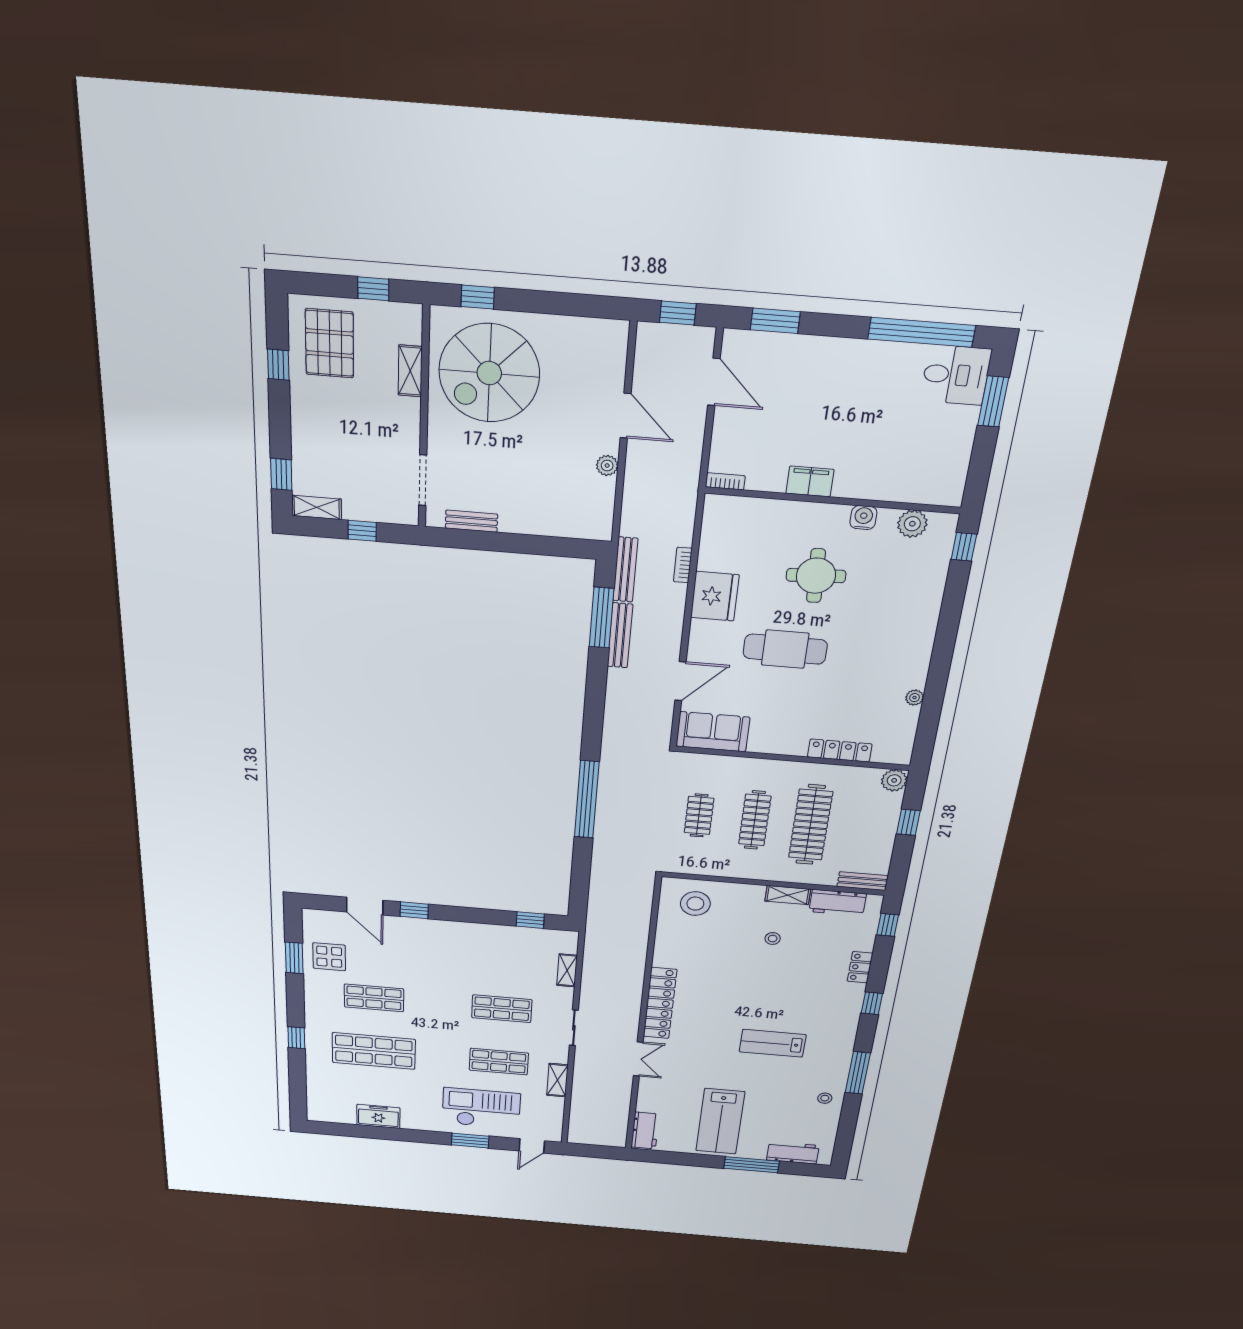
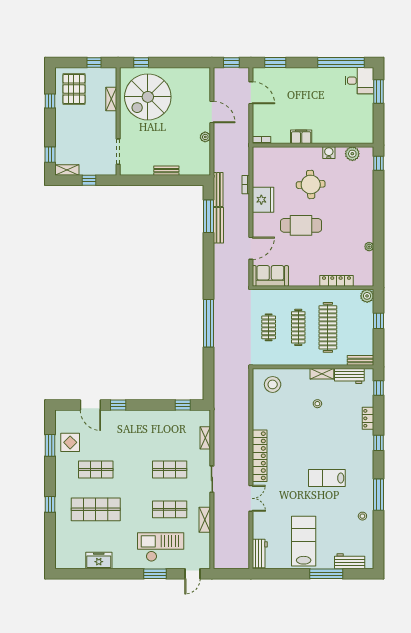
bench: (471, 521) -> (166, 171), moved
lab bench: (720, 1121) -> (304, 541), turned 180

